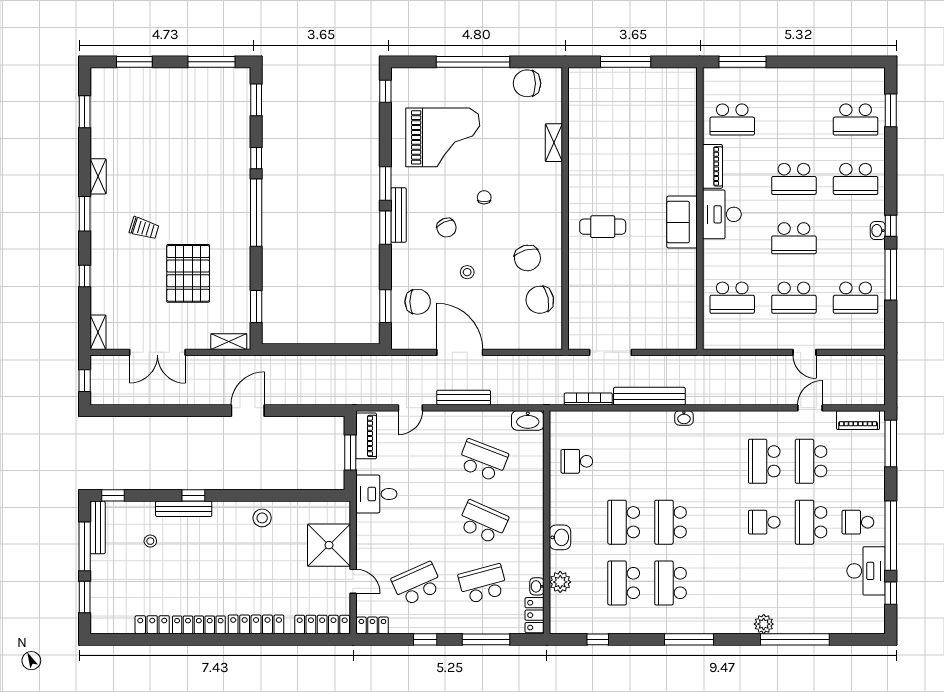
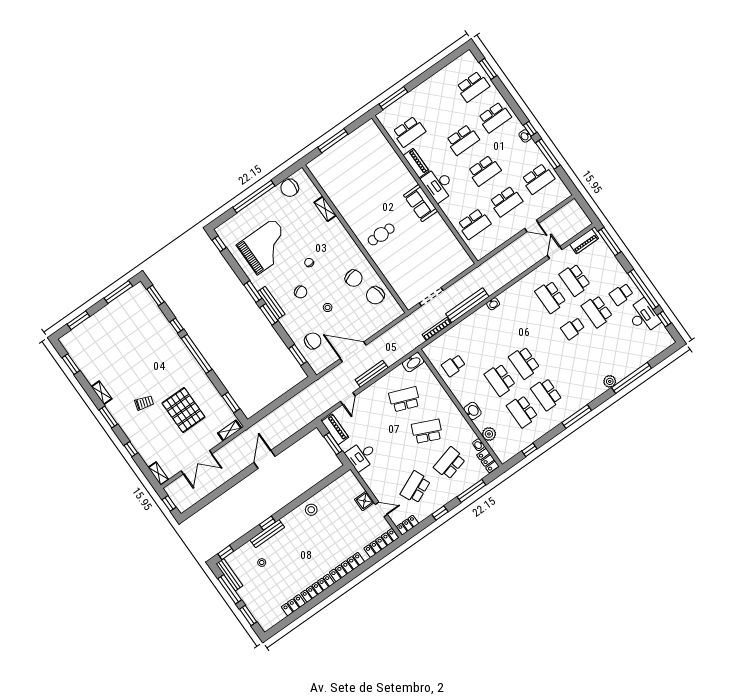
shower: (329, 545) -> (364, 501), width x0.54, depth x0.54

